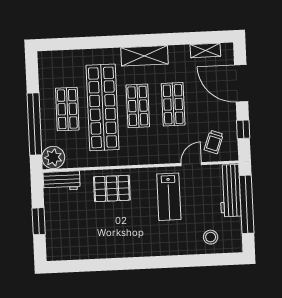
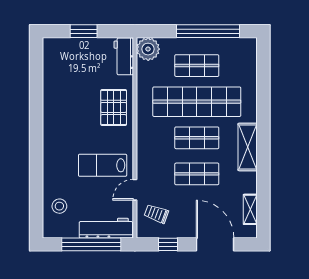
door: (241, 83) -> (215, 244), hinge flipped
window: (34, 124) -> (208, 31), moved
door: (191, 164) -> (135, 190), swing flipped

